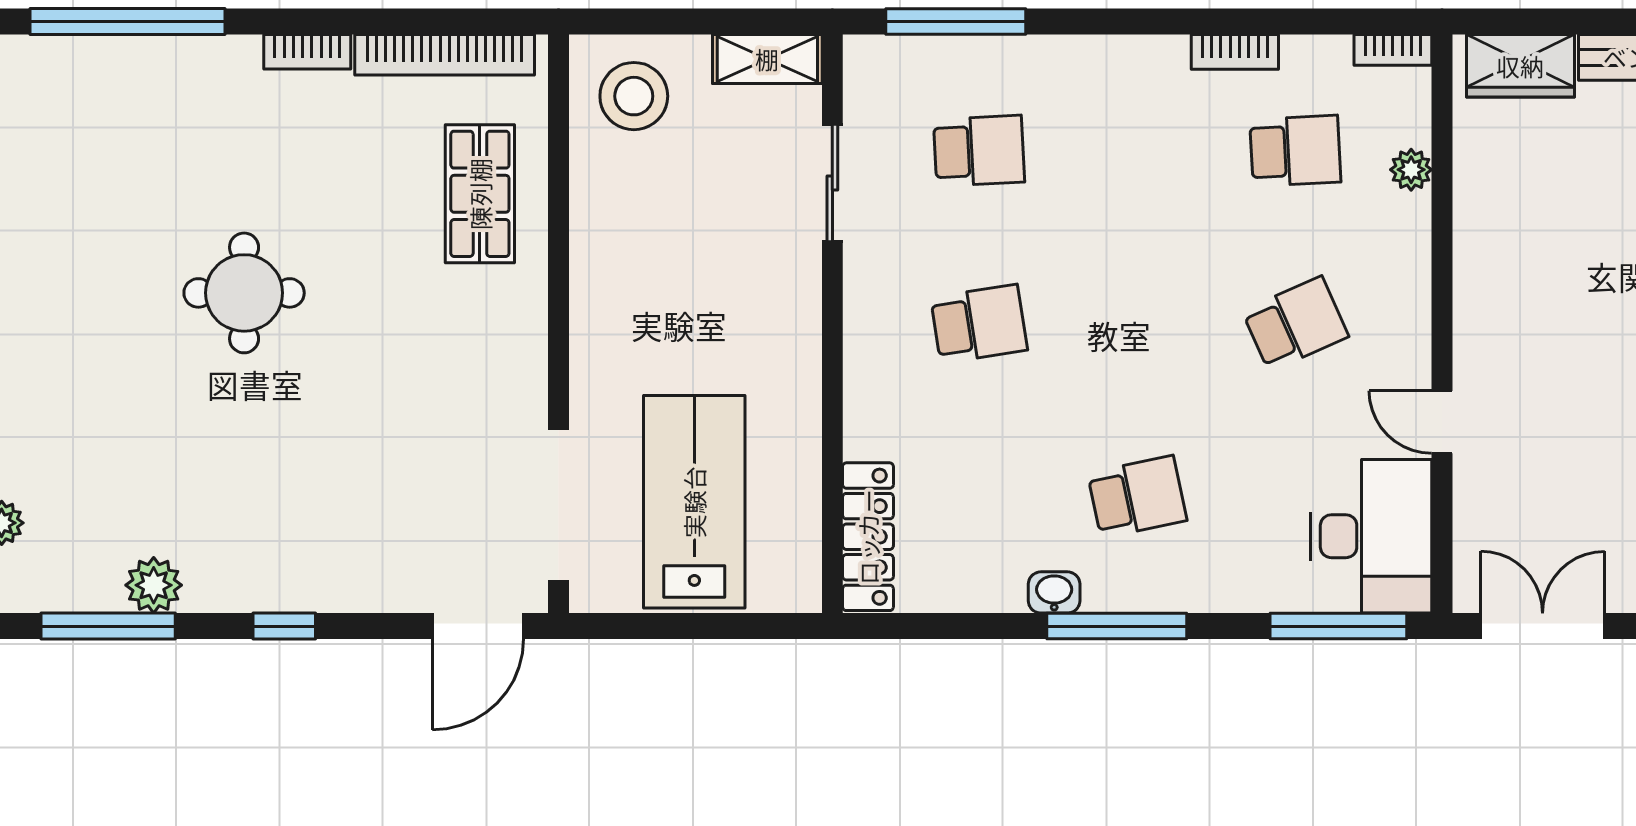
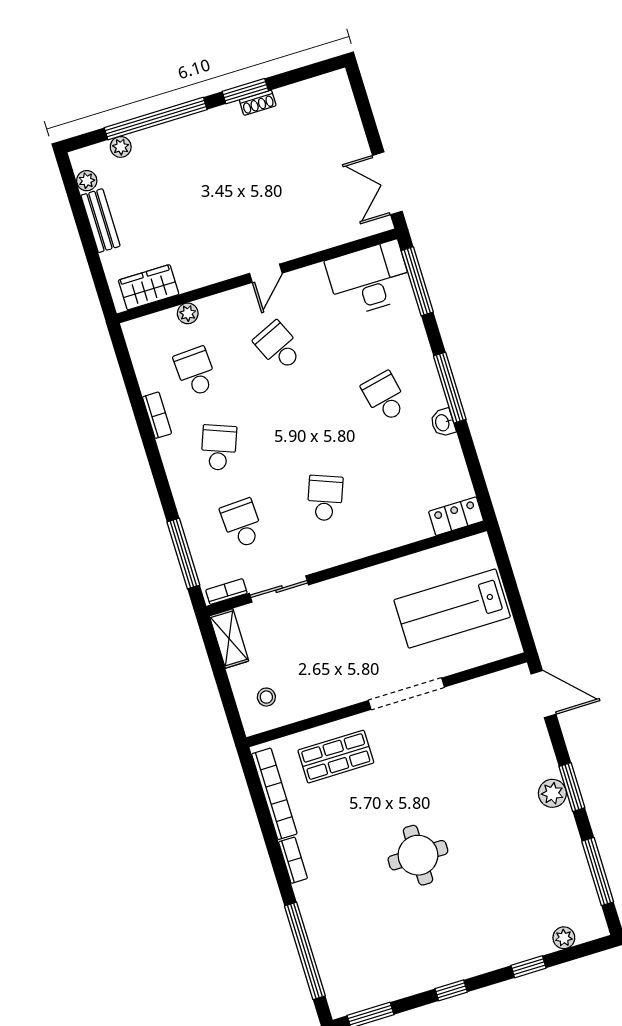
bookcase: (1393, 50) -> (226, 592), moved, turned -90
wardrobe: (1520, 66) -> (149, 287), moved, turned -90
stool: (634, 96) -> (266, 697), width x0.53, depth x0.53
school desk: (1137, 151) -> (219, 448), added
school desk: (979, 324) -> (325, 498), turned 30
door: (1442, 422) -> (266, 273), moved
doorway: (558, 505) -> (406, 694), moved
locker: (868, 537) -> (456, 516), width x0.66
plant: (154, 585) -> (552, 793), moved
window: (284, 626) -> (572, 787), width x1.50

